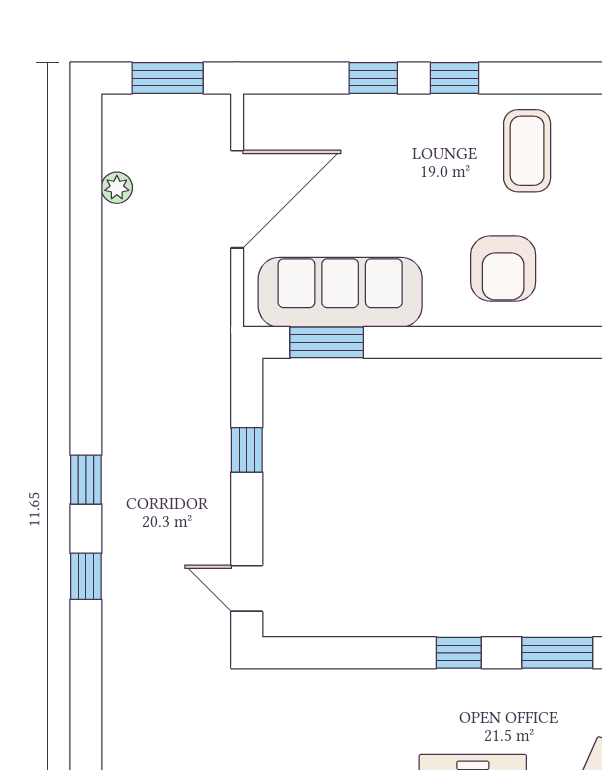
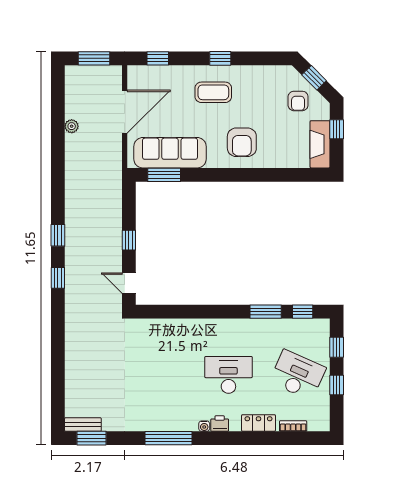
window: (373, 78) -> (158, 58), moved
coffee table: (527, 151) -> (213, 92), moved, turned 90
plant: (117, 188) -> (72, 126), moved
window: (247, 450) -> (129, 240), moved
window: (459, 653) -> (222, 312), removed

